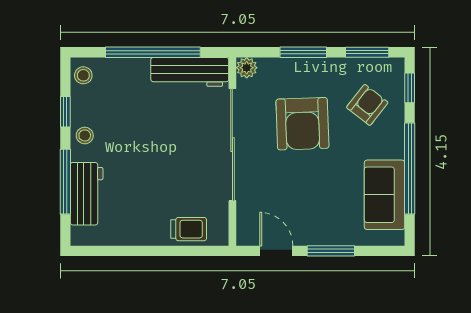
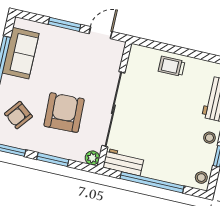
workbench: (190, 72) -> (124, 162), width x0.73
trolley: (189, 229) -> (172, 66), moved
door: (276, 251) -> (101, 33), swing flipped

